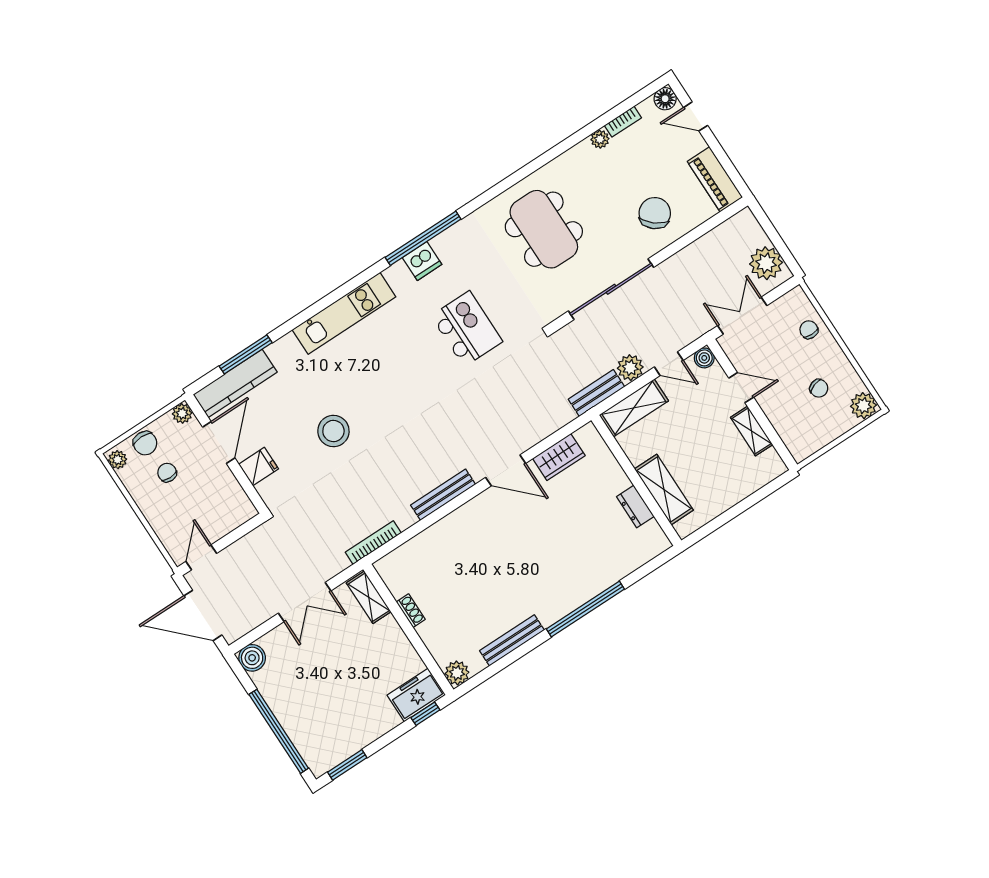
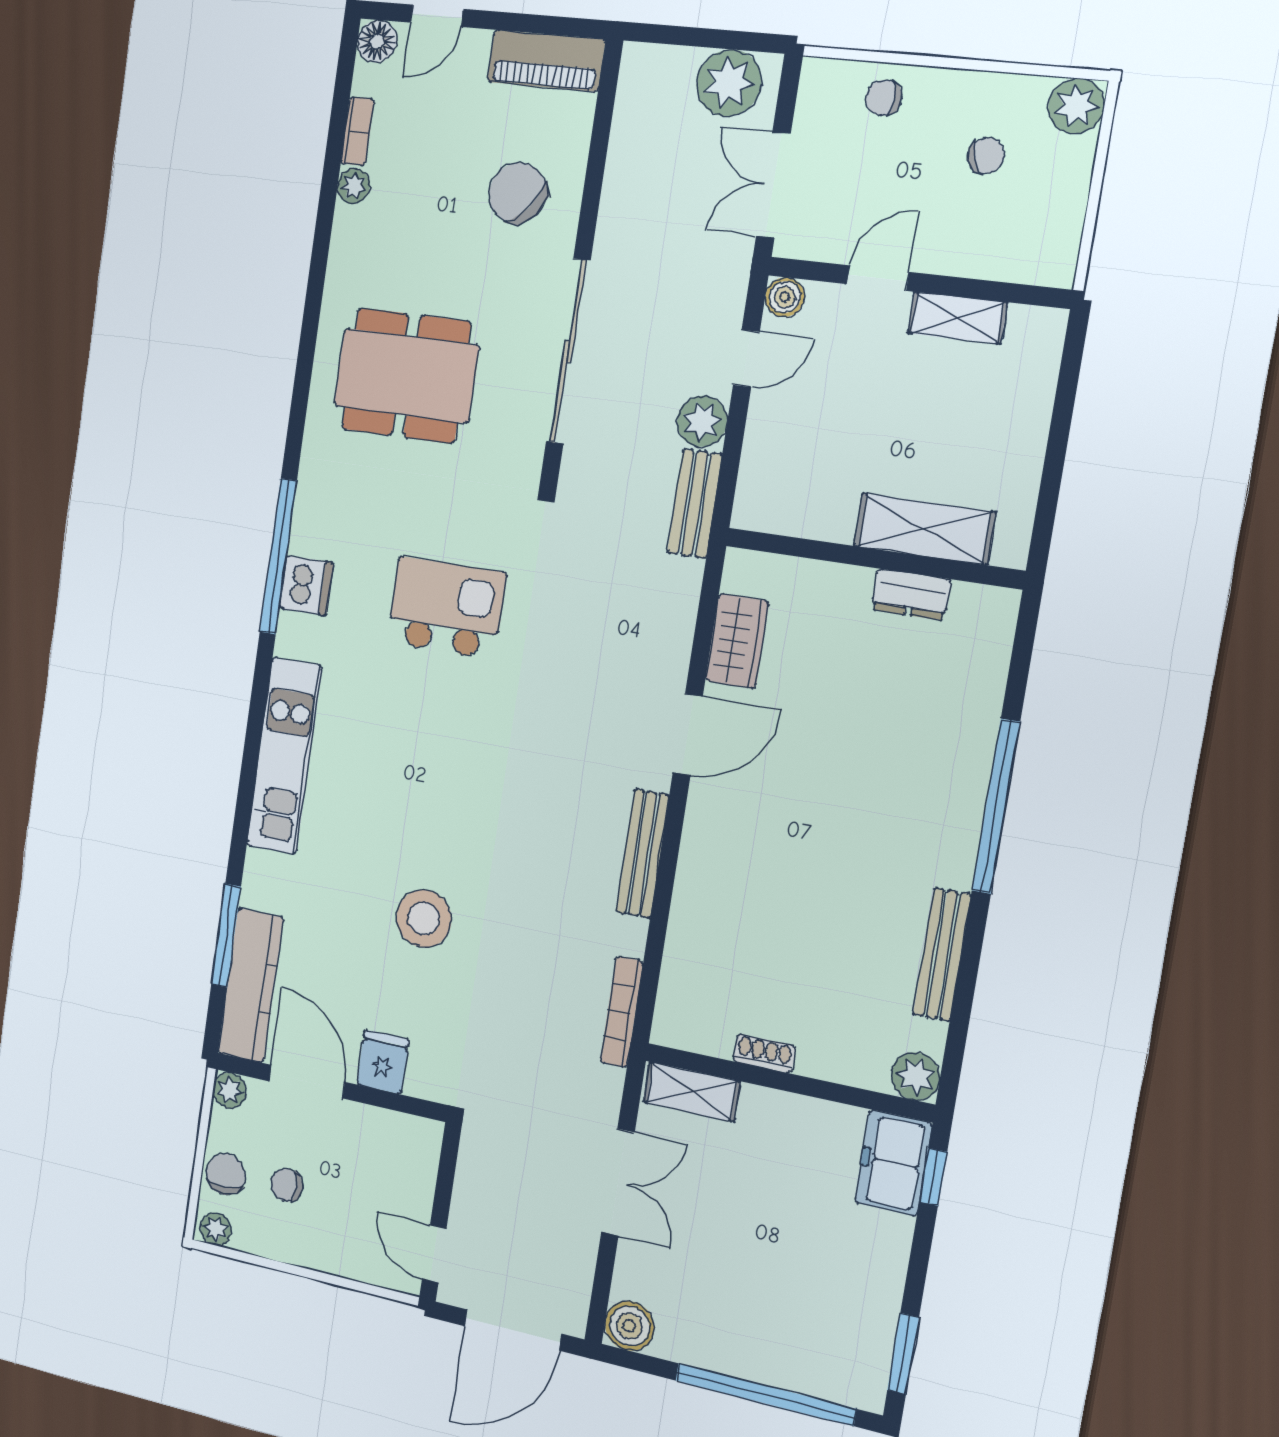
shelving: (634, 408) -> (764, 467), removed
chair: (145, 443) -> (226, 1174), turned -93

